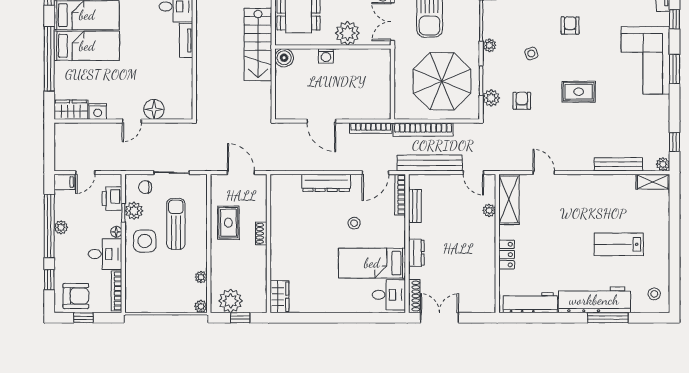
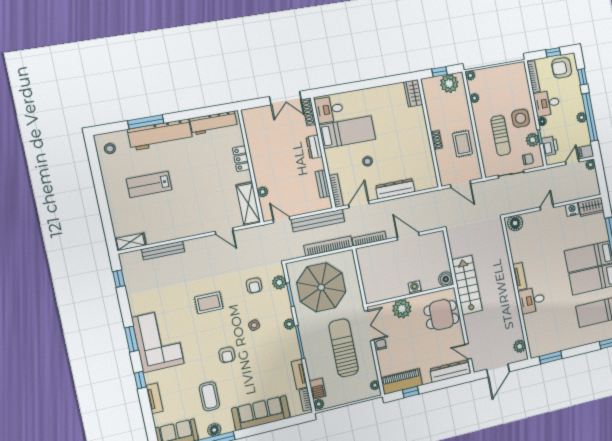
floor lamp: (154, 109) -> (515, 223), moved
plant: (663, 164) -> (590, 165), moved
lab bench: (619, 244) -> (149, 184), turned 180

